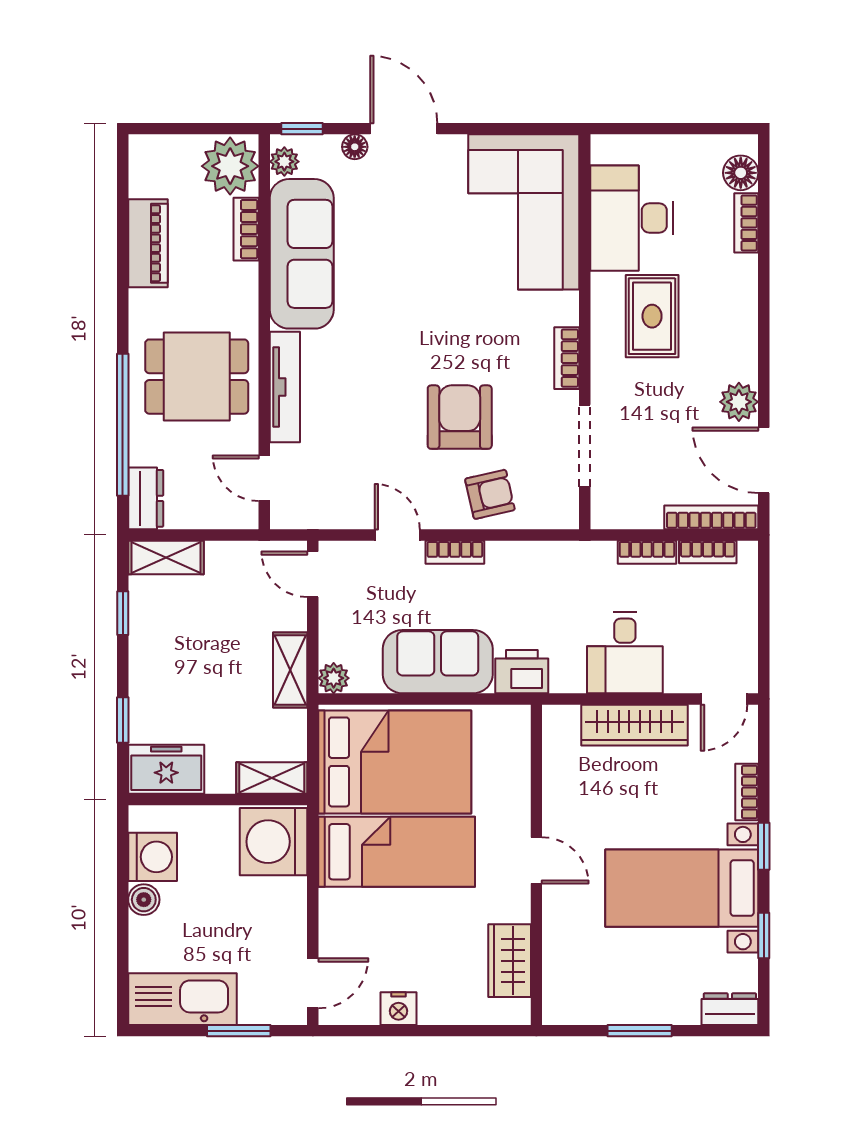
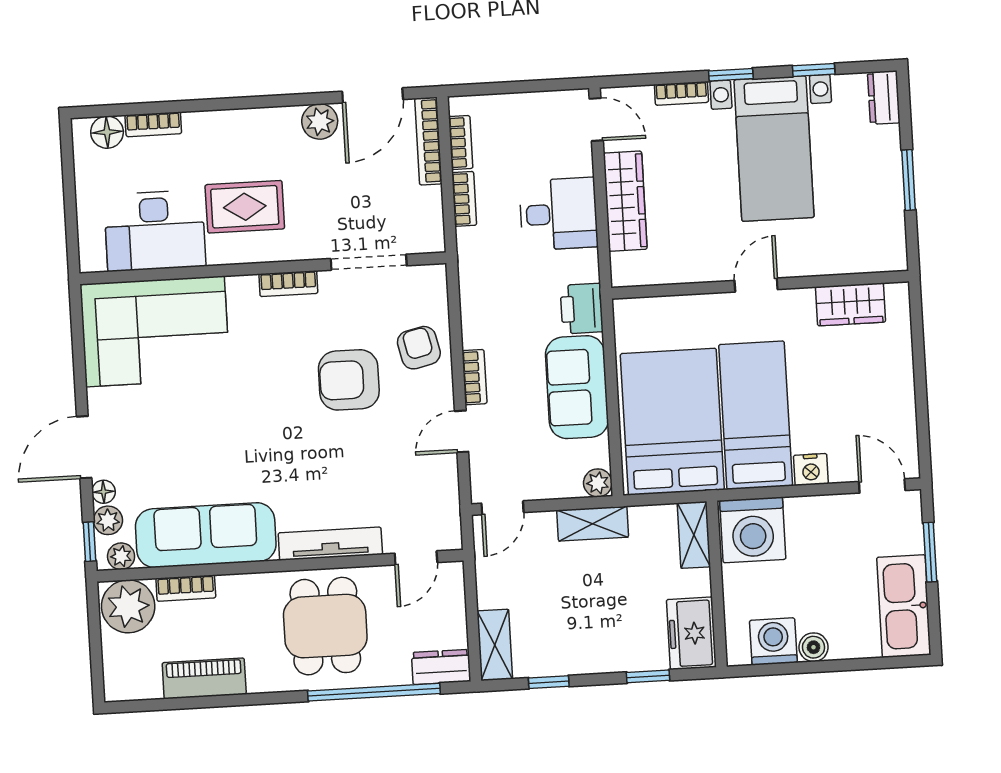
plant: (324, 150) -> (108, 520), added
nightstand: (399, 1009) -> (811, 469), moved, turned 90

